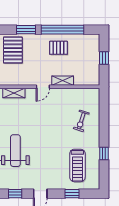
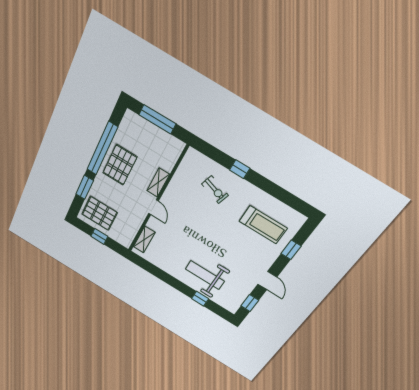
pallet: (58, 48) -> (120, 165), width x1.50, depth x1.42
window: (104, 58) -> (157, 119), width x2.17
window: (104, 154) -> (240, 169), moved

